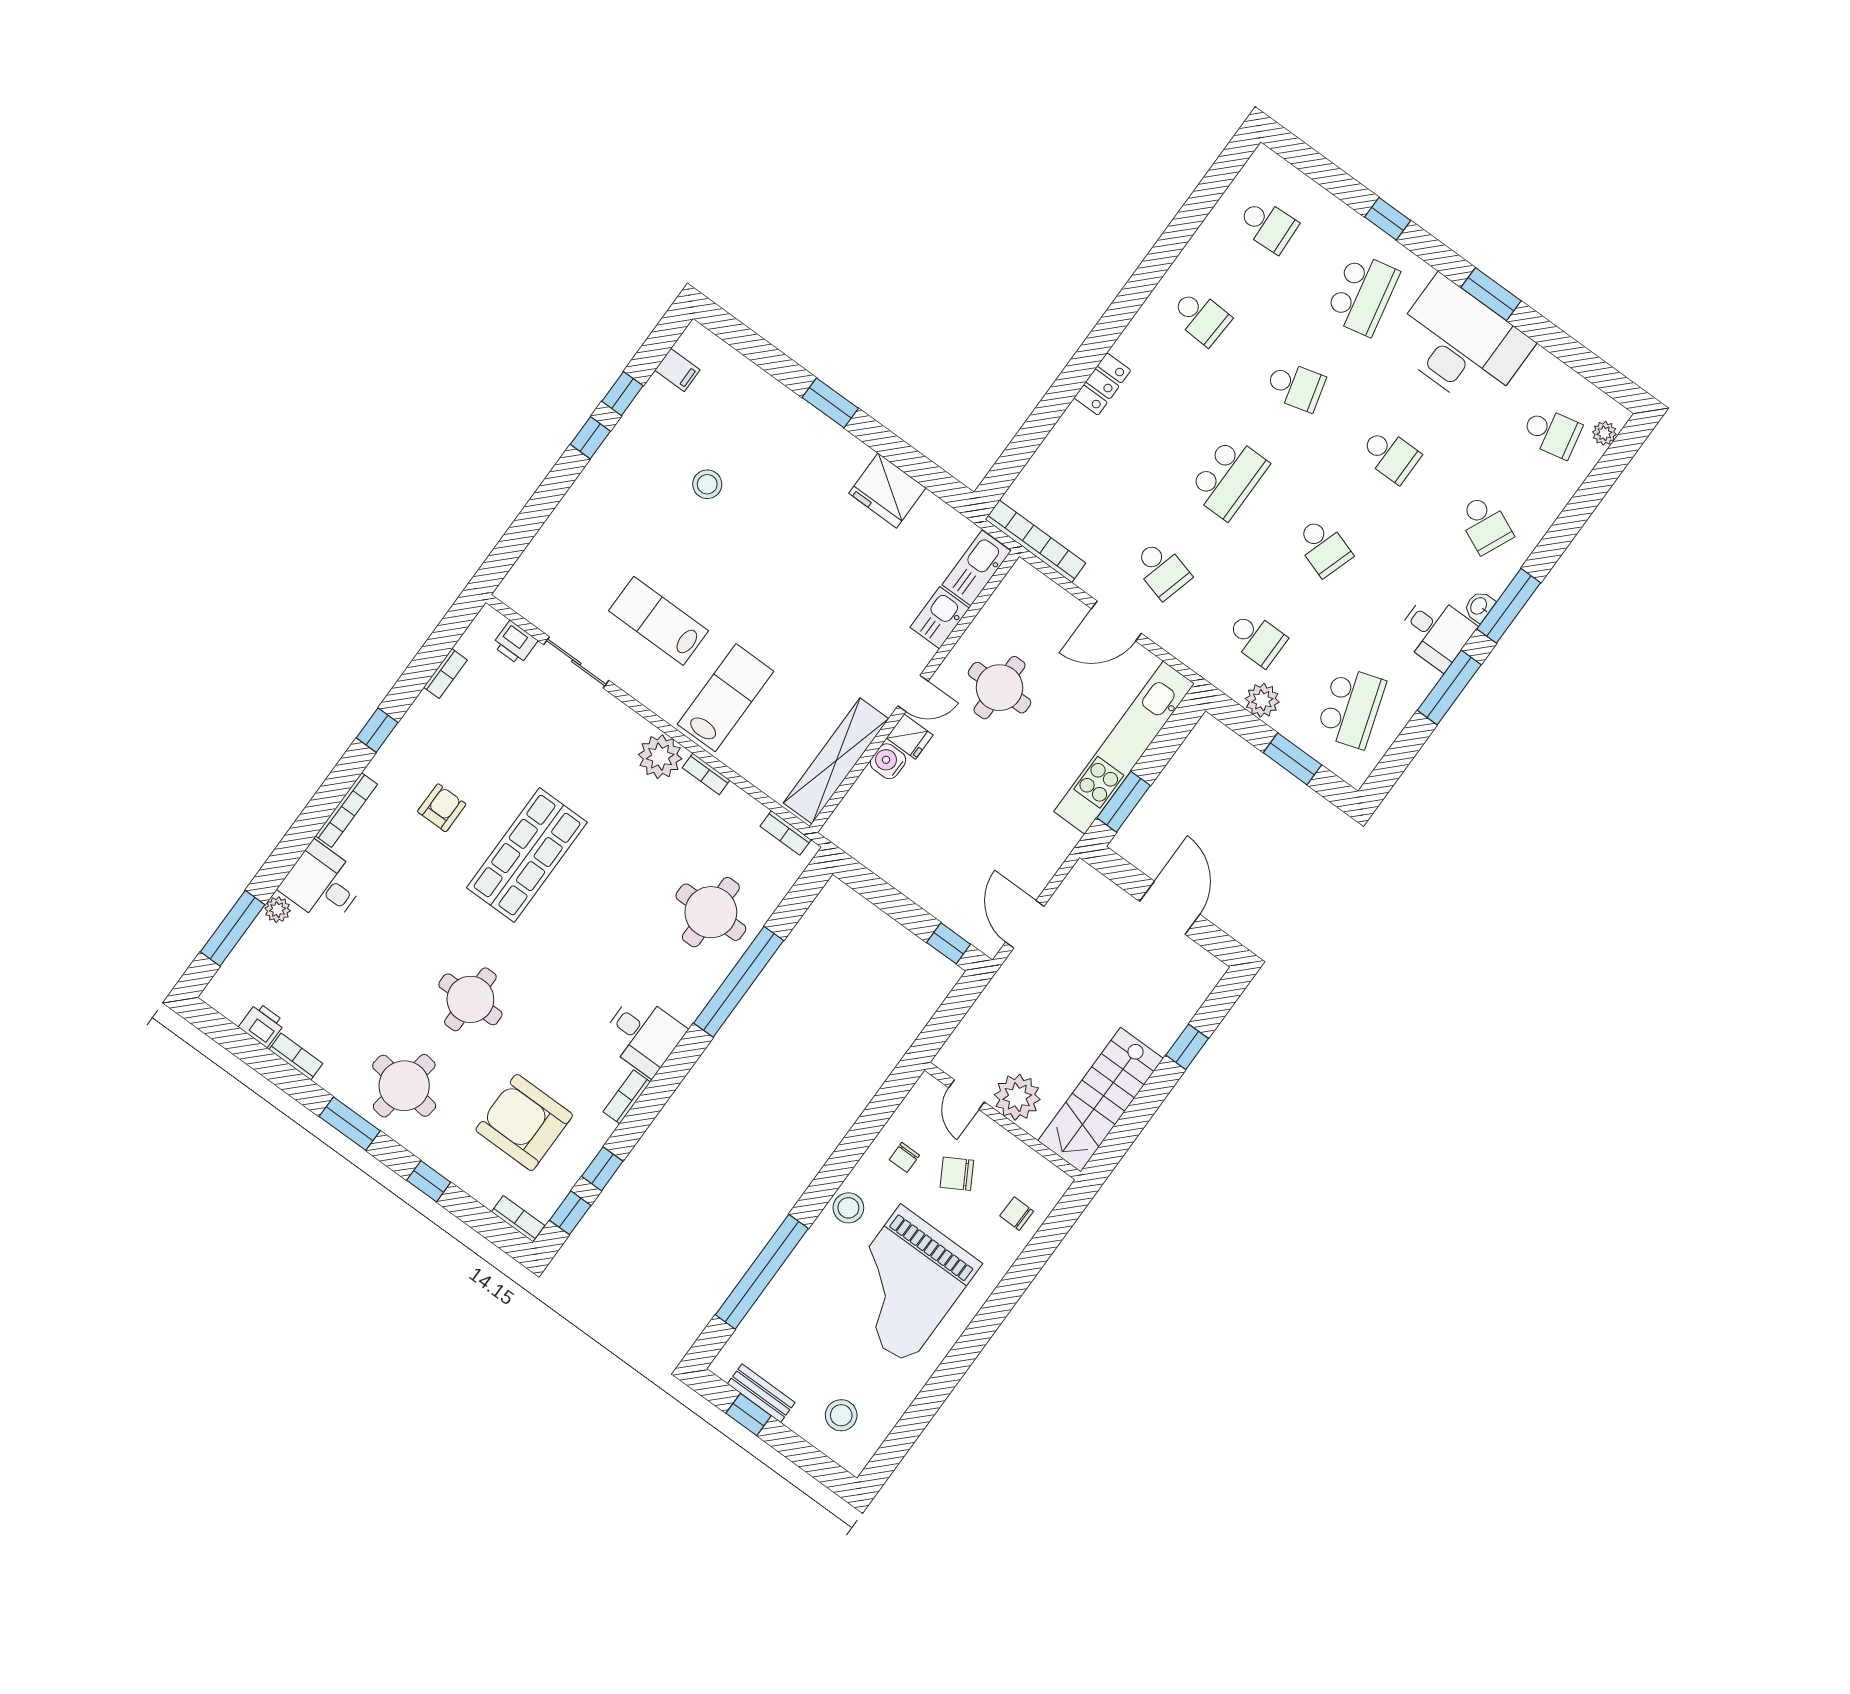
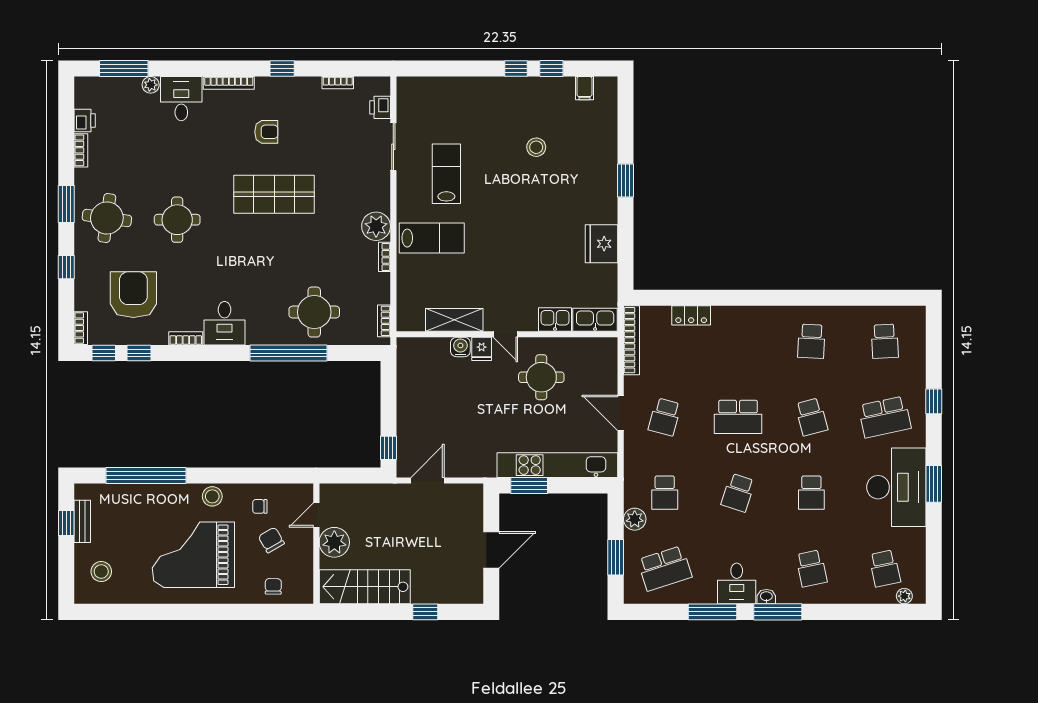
locker: (1102, 384) -> (691, 315), moved
school desk: (1485, 524) -> (811, 568), turned -36
shelving: (836, 761) -> (454, 320), width x0.68

